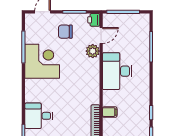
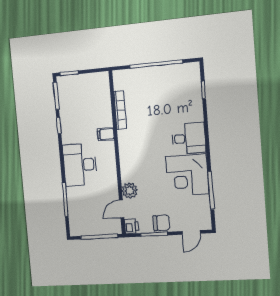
chair: (65, 32) -> (161, 223), moved
desk: (117, 71) -> (80, 165), moved, turned 180
filing cabinet: (110, 112) -> (106, 134), moved
desk: (39, 116) -> (189, 138), moved

